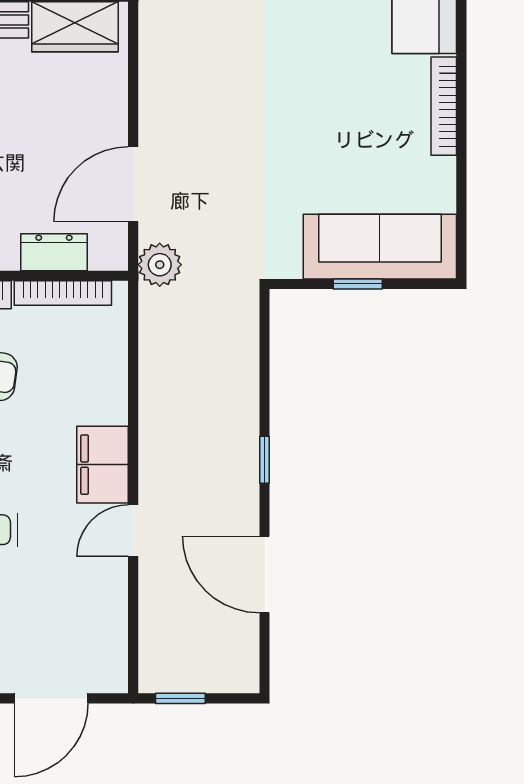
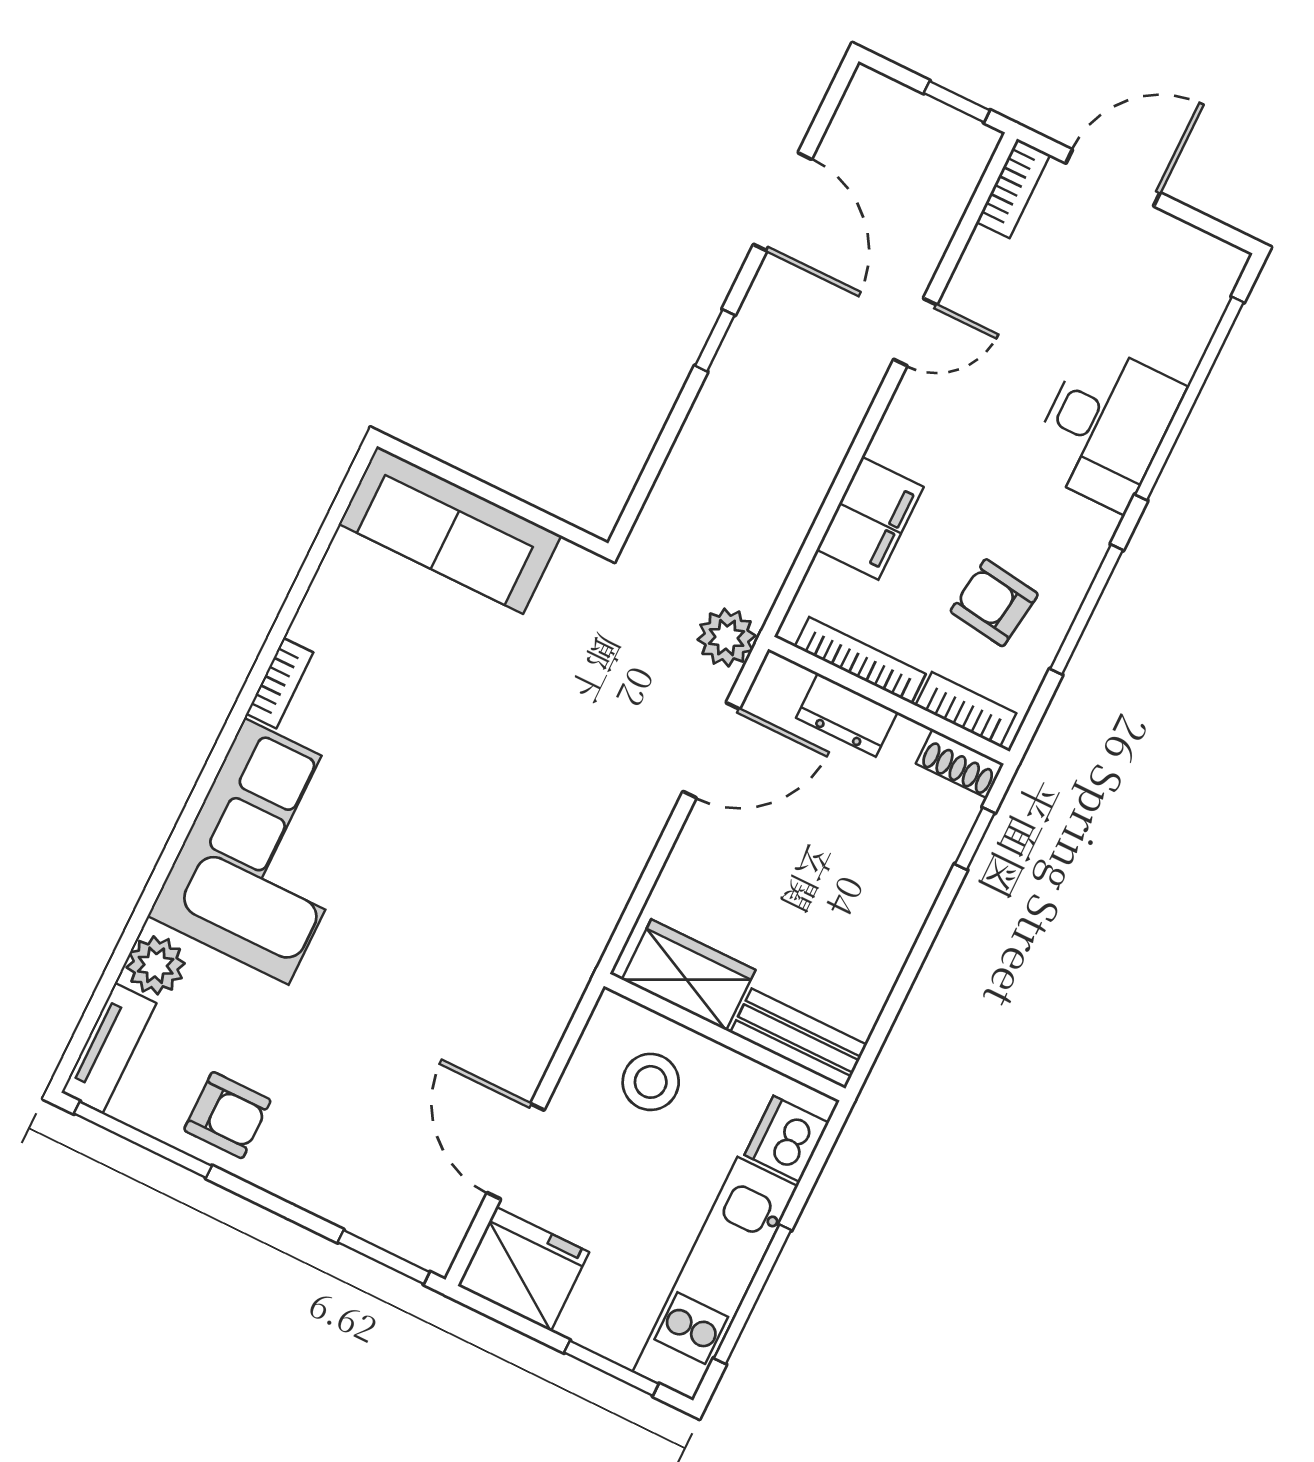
bookcase: (444, 106) -> (280, 683), width x0.64
window: (358, 284) -> (499, 498), removed
filing cabinet: (103, 465) -> (870, 518), moved
bookcase: (114, 659) -> (1013, 188), added

